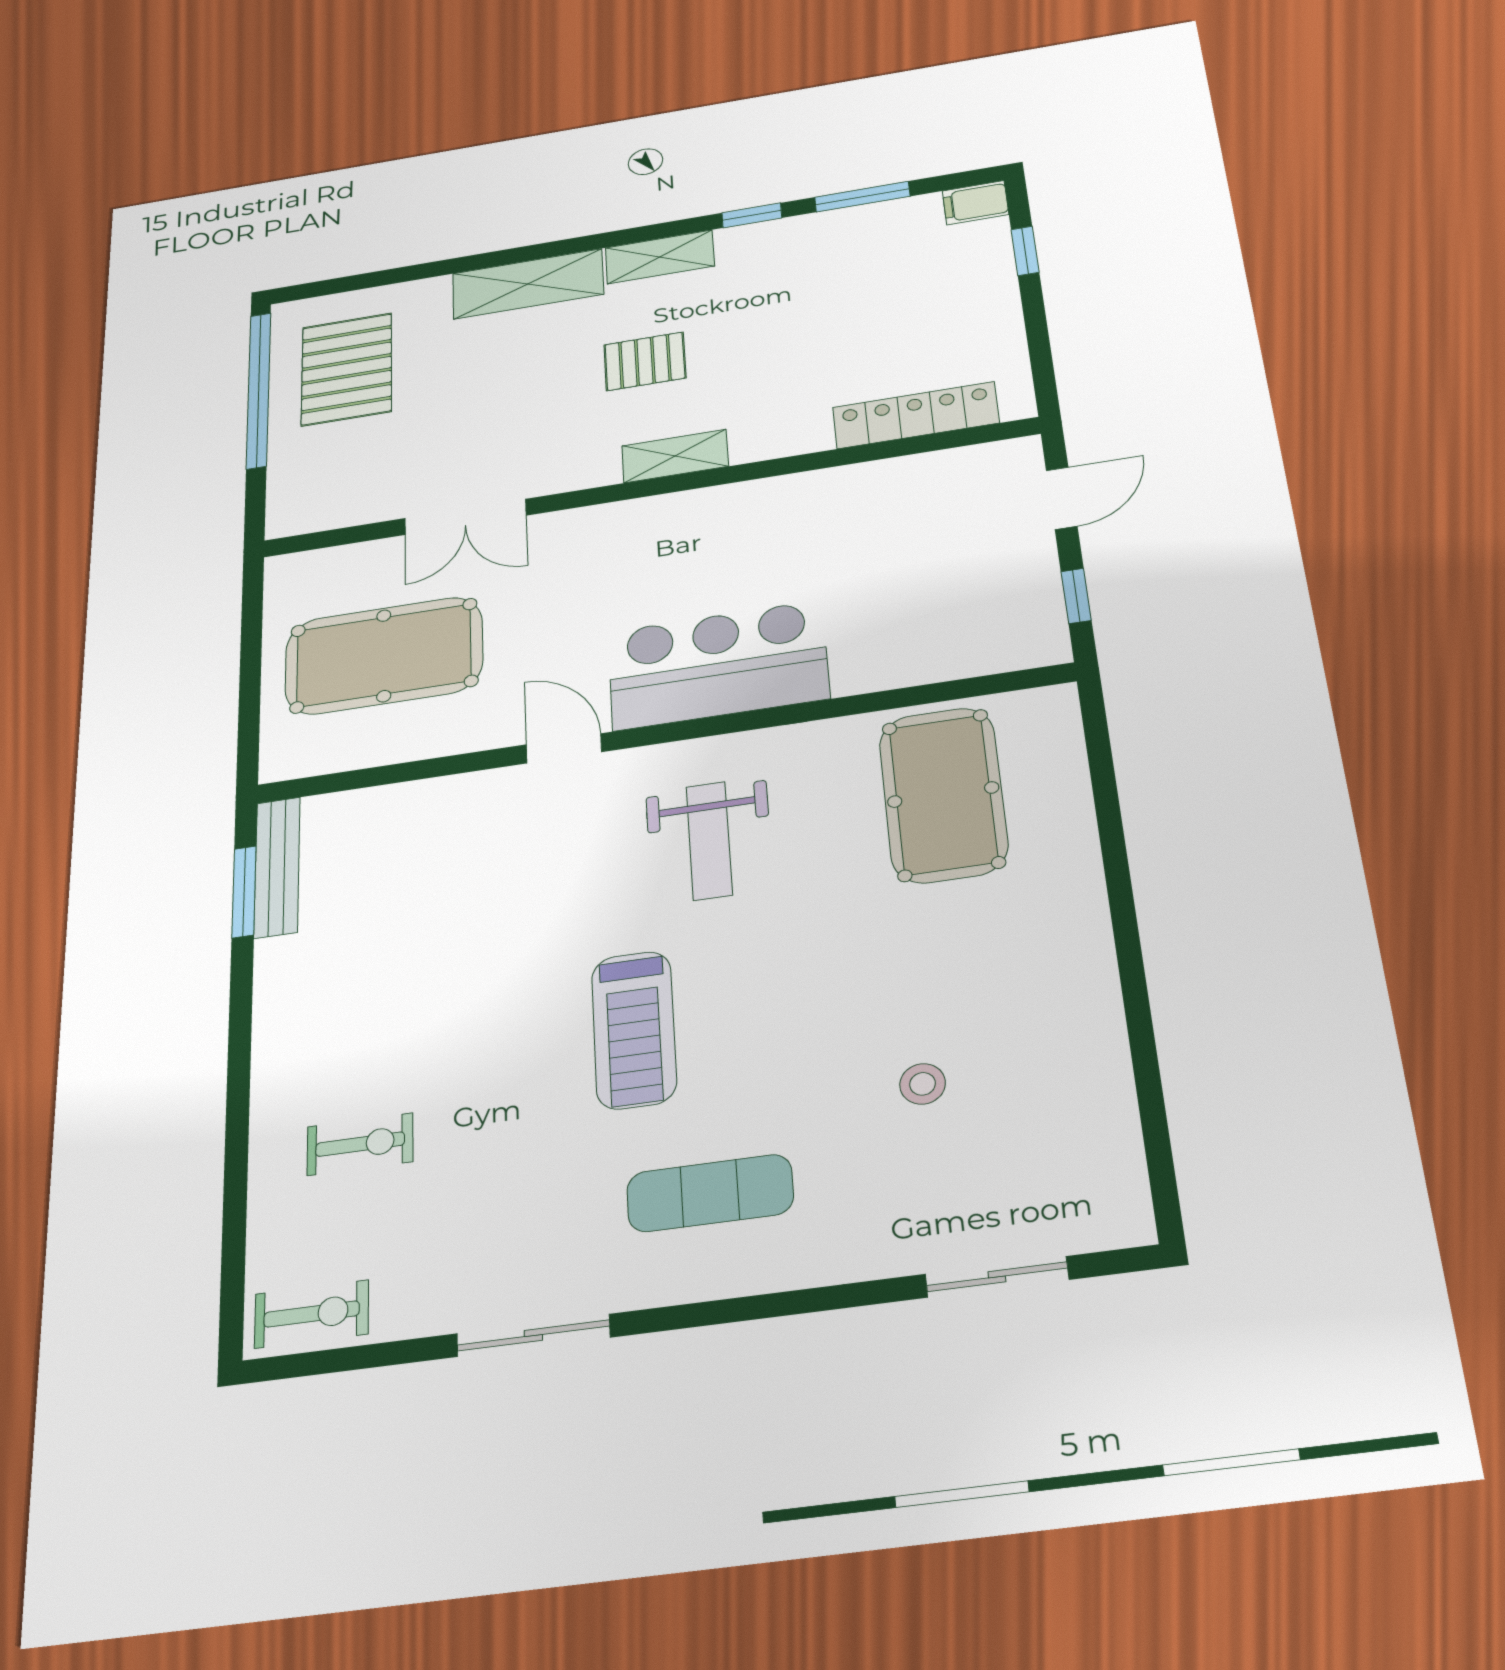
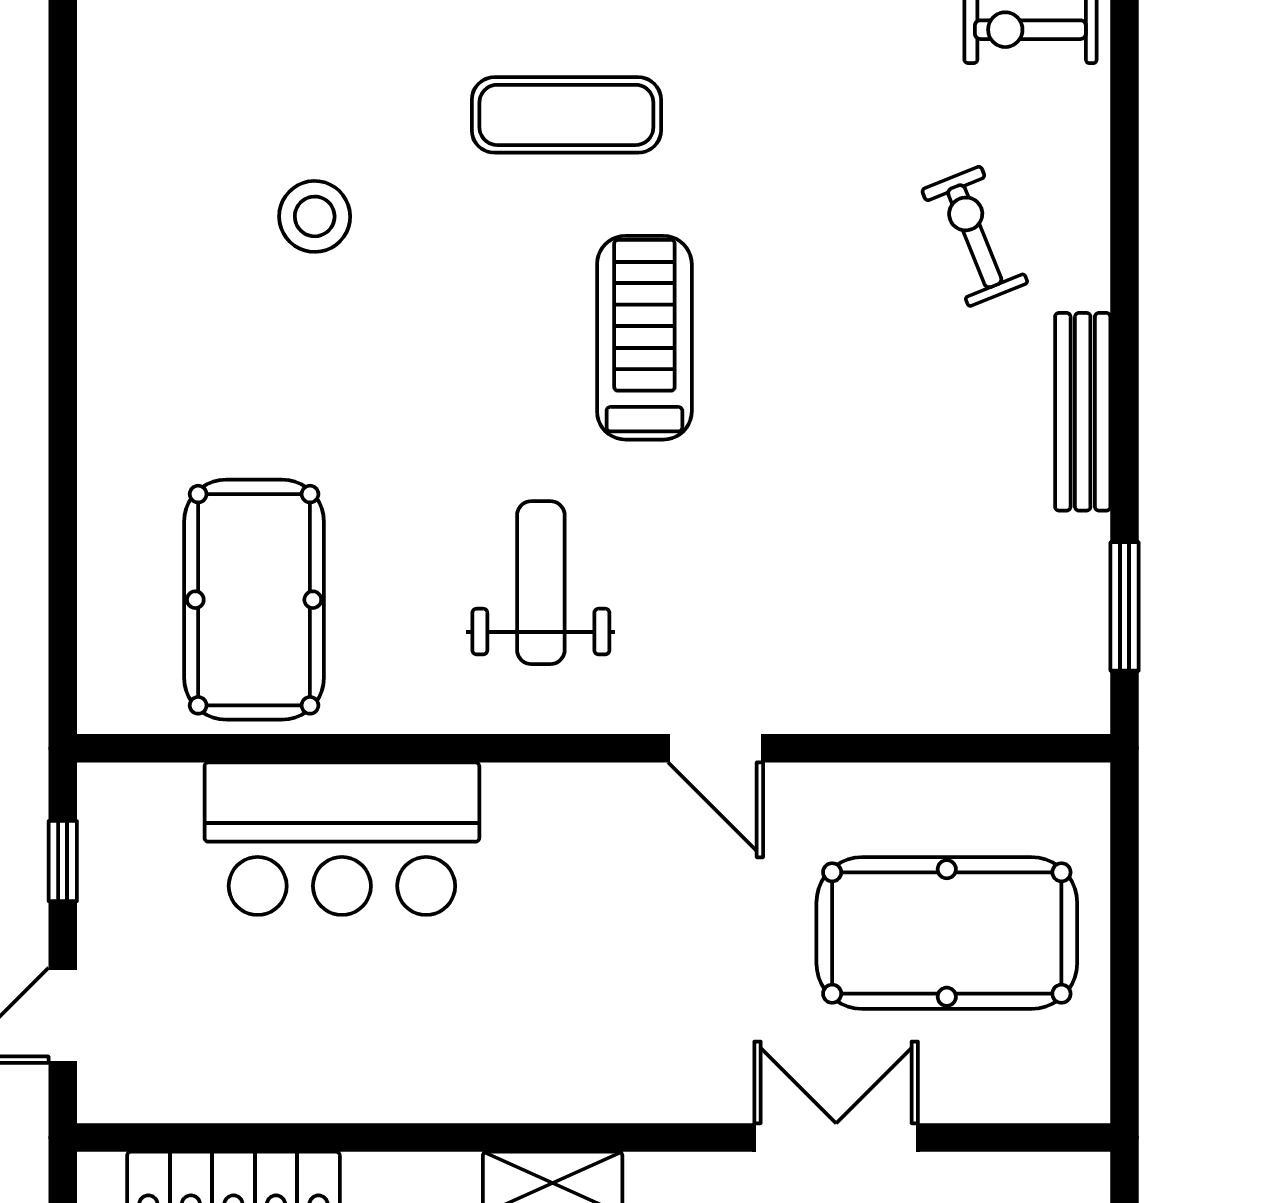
bar counter: (718, 665) -> (342, 839), moved
bench: (277, 867) -> (1083, 412), moved
stool: (923, 1084) -> (315, 216), width x1.37, depth x1.37
exercise bike: (360, 1144) -> (975, 236), turned 68

